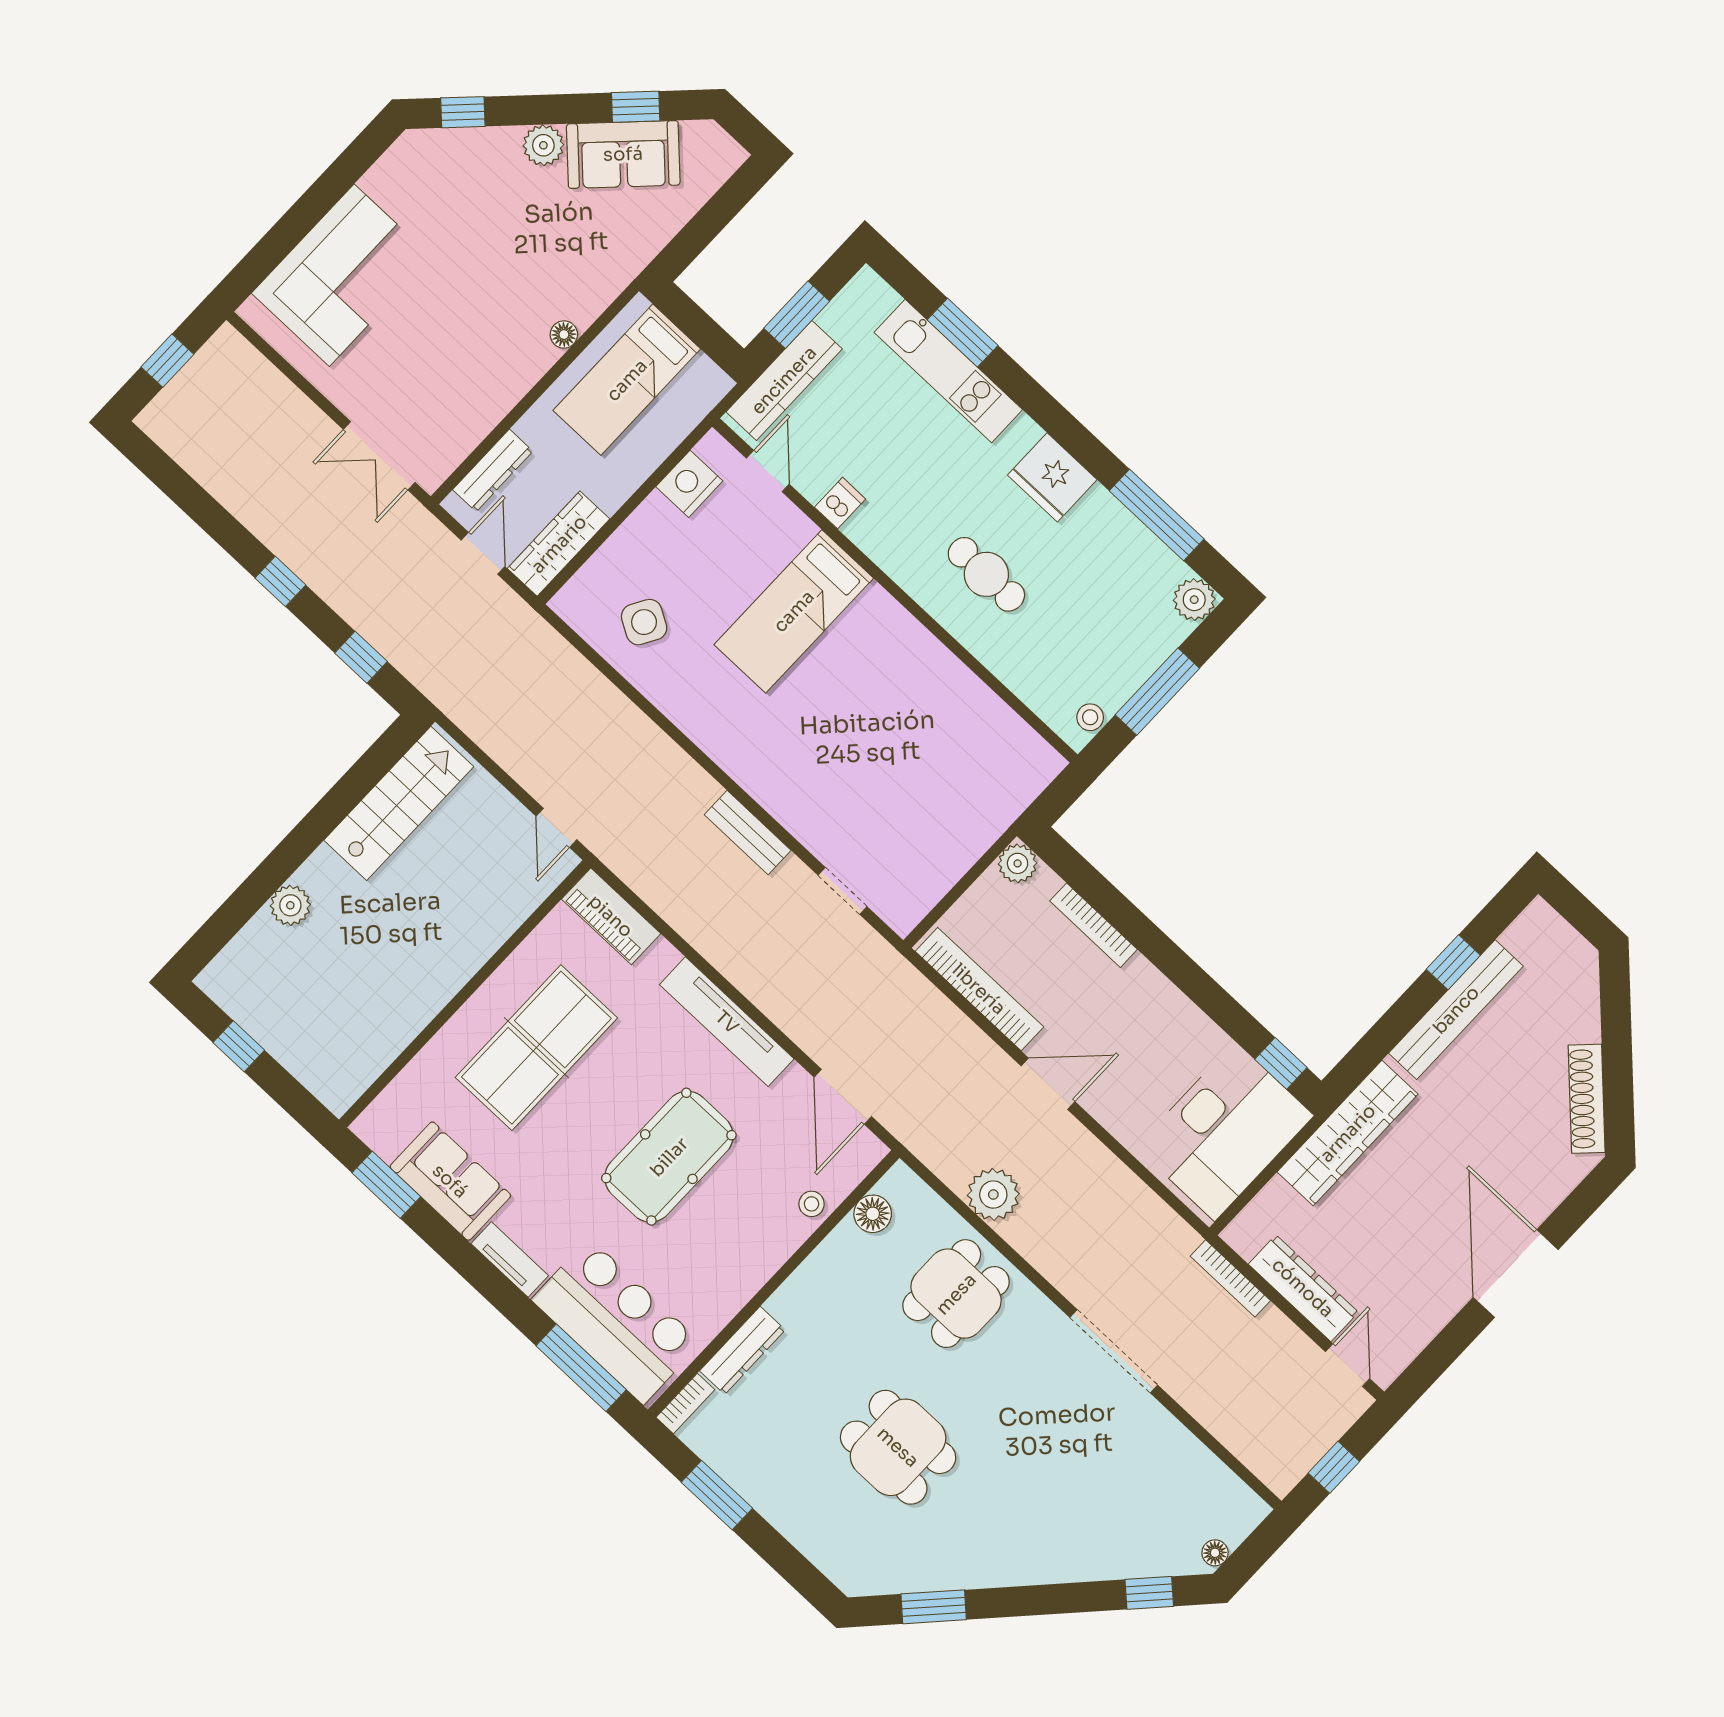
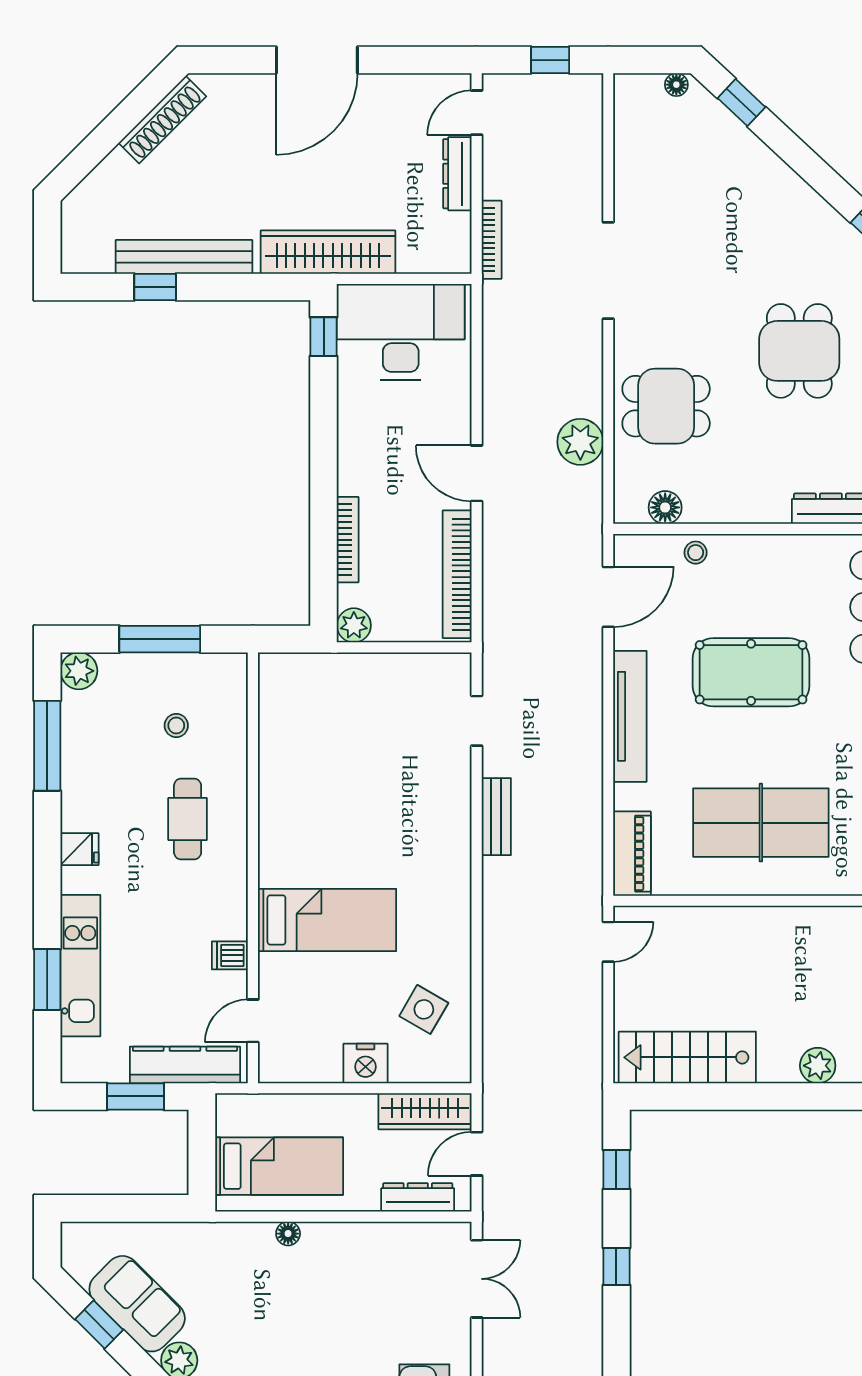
fridge: (1052, 477) -> (79, 849), width x0.53, depth x0.75
nightstand: (689, 484) -> (365, 1064), moved
stool: (1090, 717) -> (176, 725), moved
dresser: (1303, 1288) -> (457, 174), width x0.73, depth x0.80

